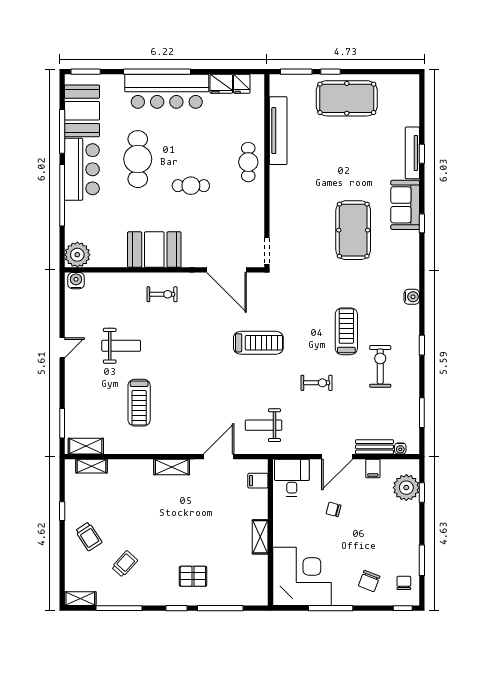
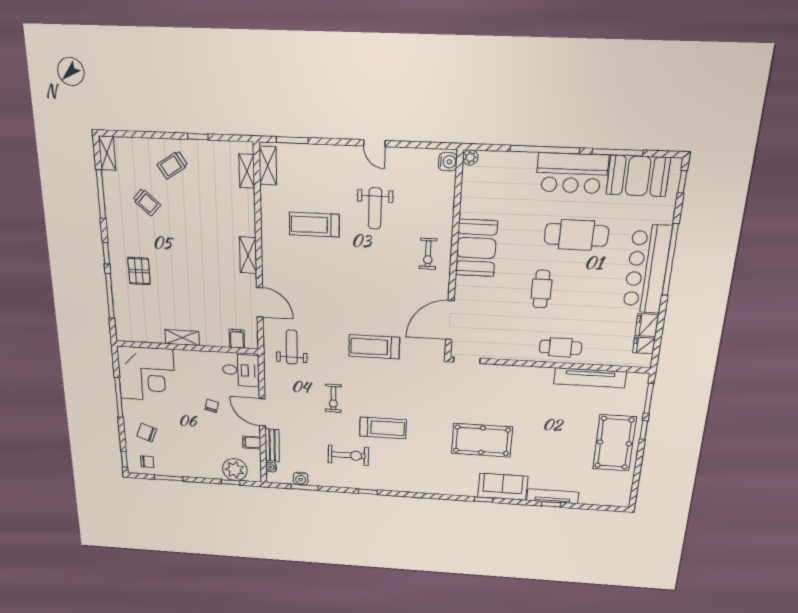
window: (86, 72) -> (682, 182), width x0.67
plant: (77, 255) -> (470, 157), width x0.53, depth x0.53
water cooler: (412, 297) -> (301, 479), moved
treadmill: (258, 343) -> (374, 347), turned 90

